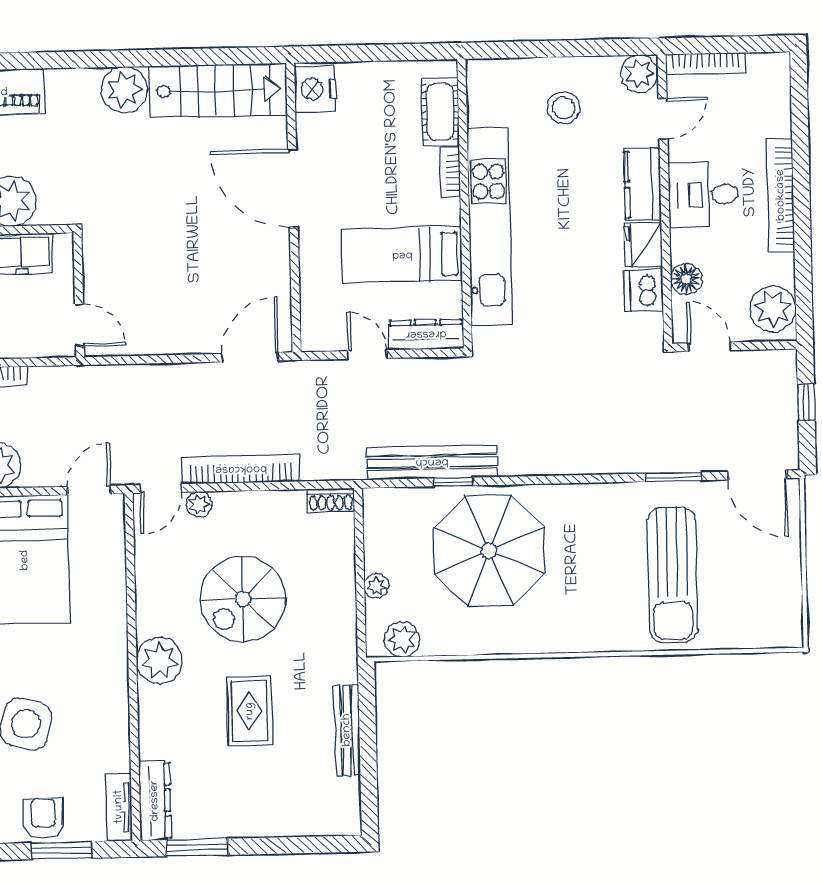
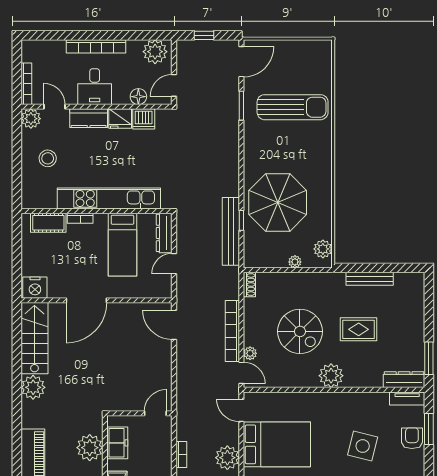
armchair: (43, 818) -> (412, 438), turned 90

